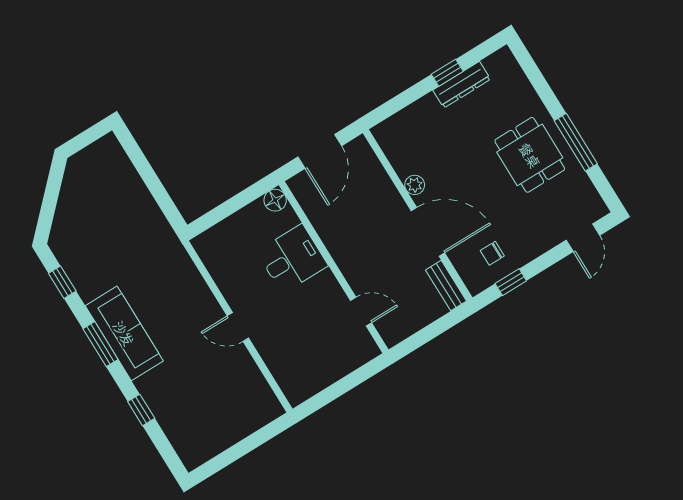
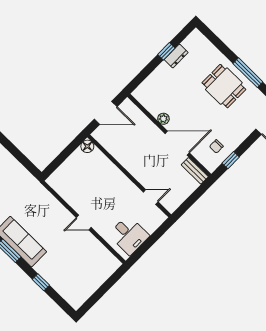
dresser: (462, 85) -> (176, 56), width x0.70
door: (320, 151) -> (106, 113), hinge flipped
desk: (292, 259) -> (129, 235), moved, turned 90

